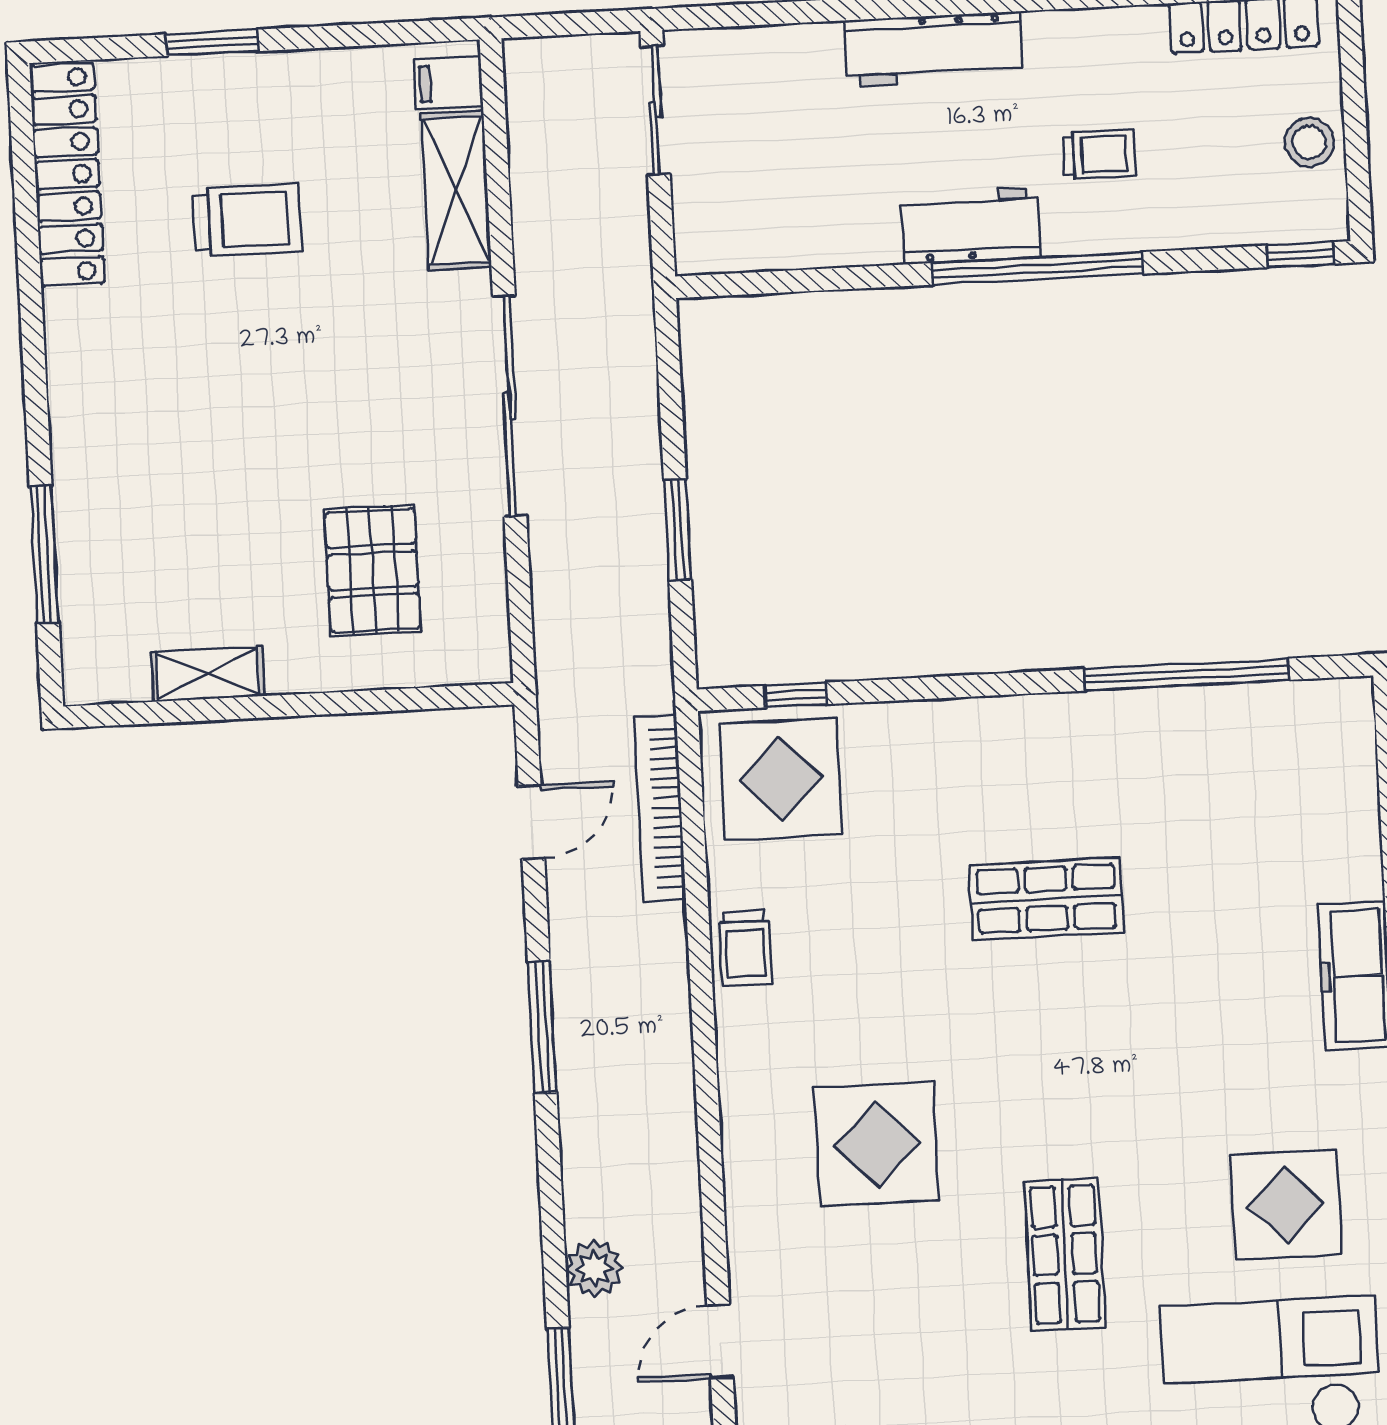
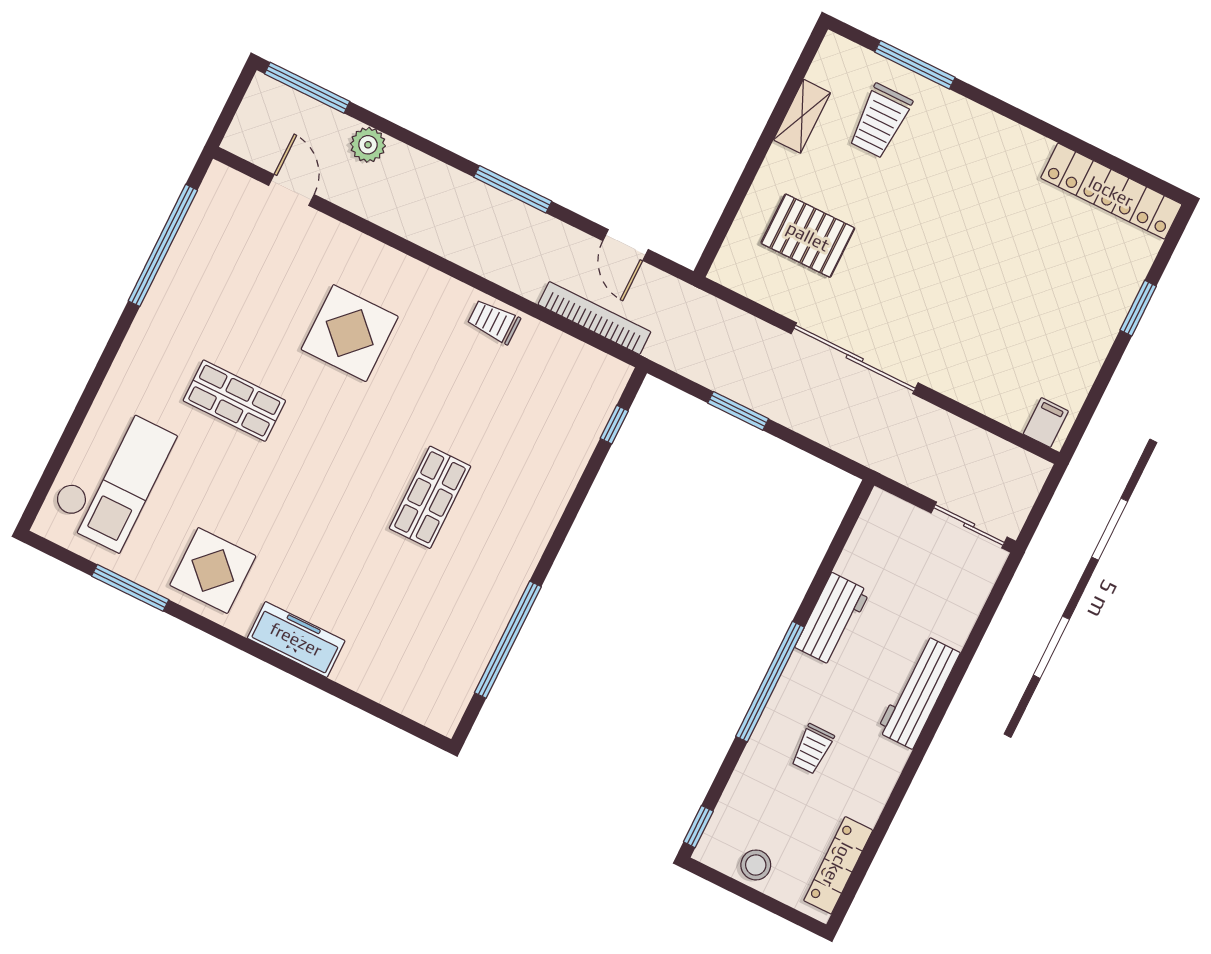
shelving: (456, 190) -> (986, 394), removed
trolley: (248, 220) -> (880, 121), moved
workbench: (970, 226) -> (832, 619), moved
display table: (781, 779) -> (574, 391), removed
display table: (1286, 1205) -> (213, 570), moved

